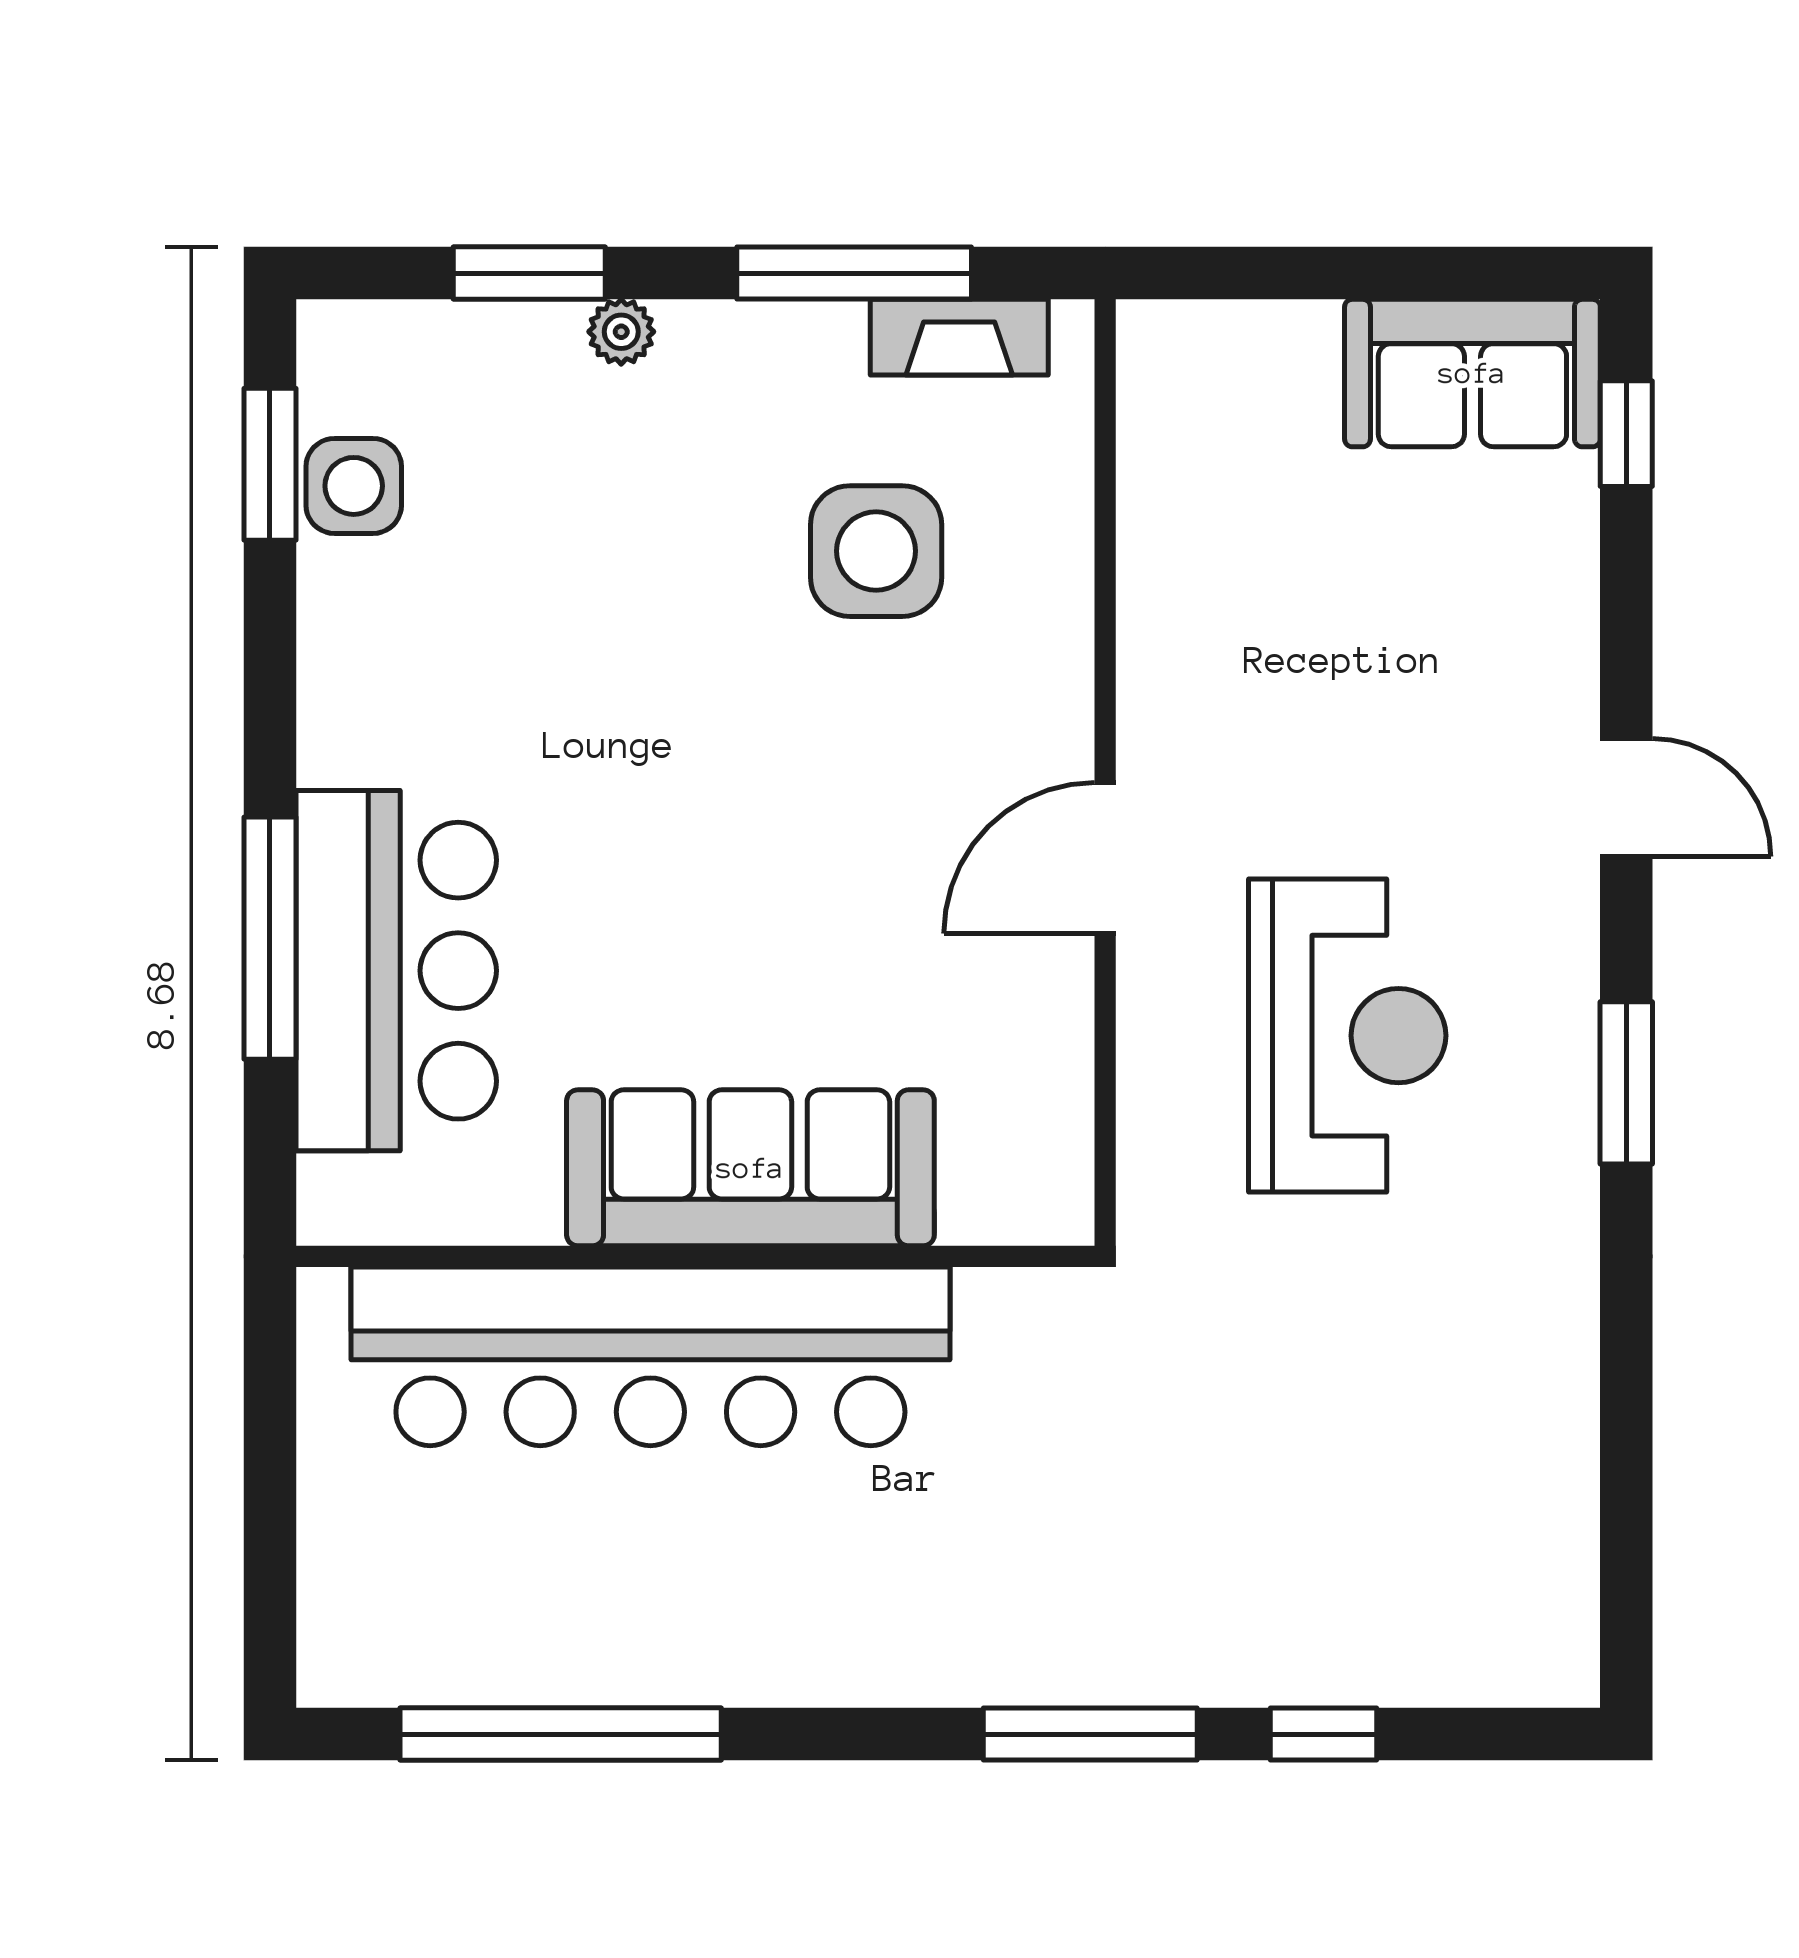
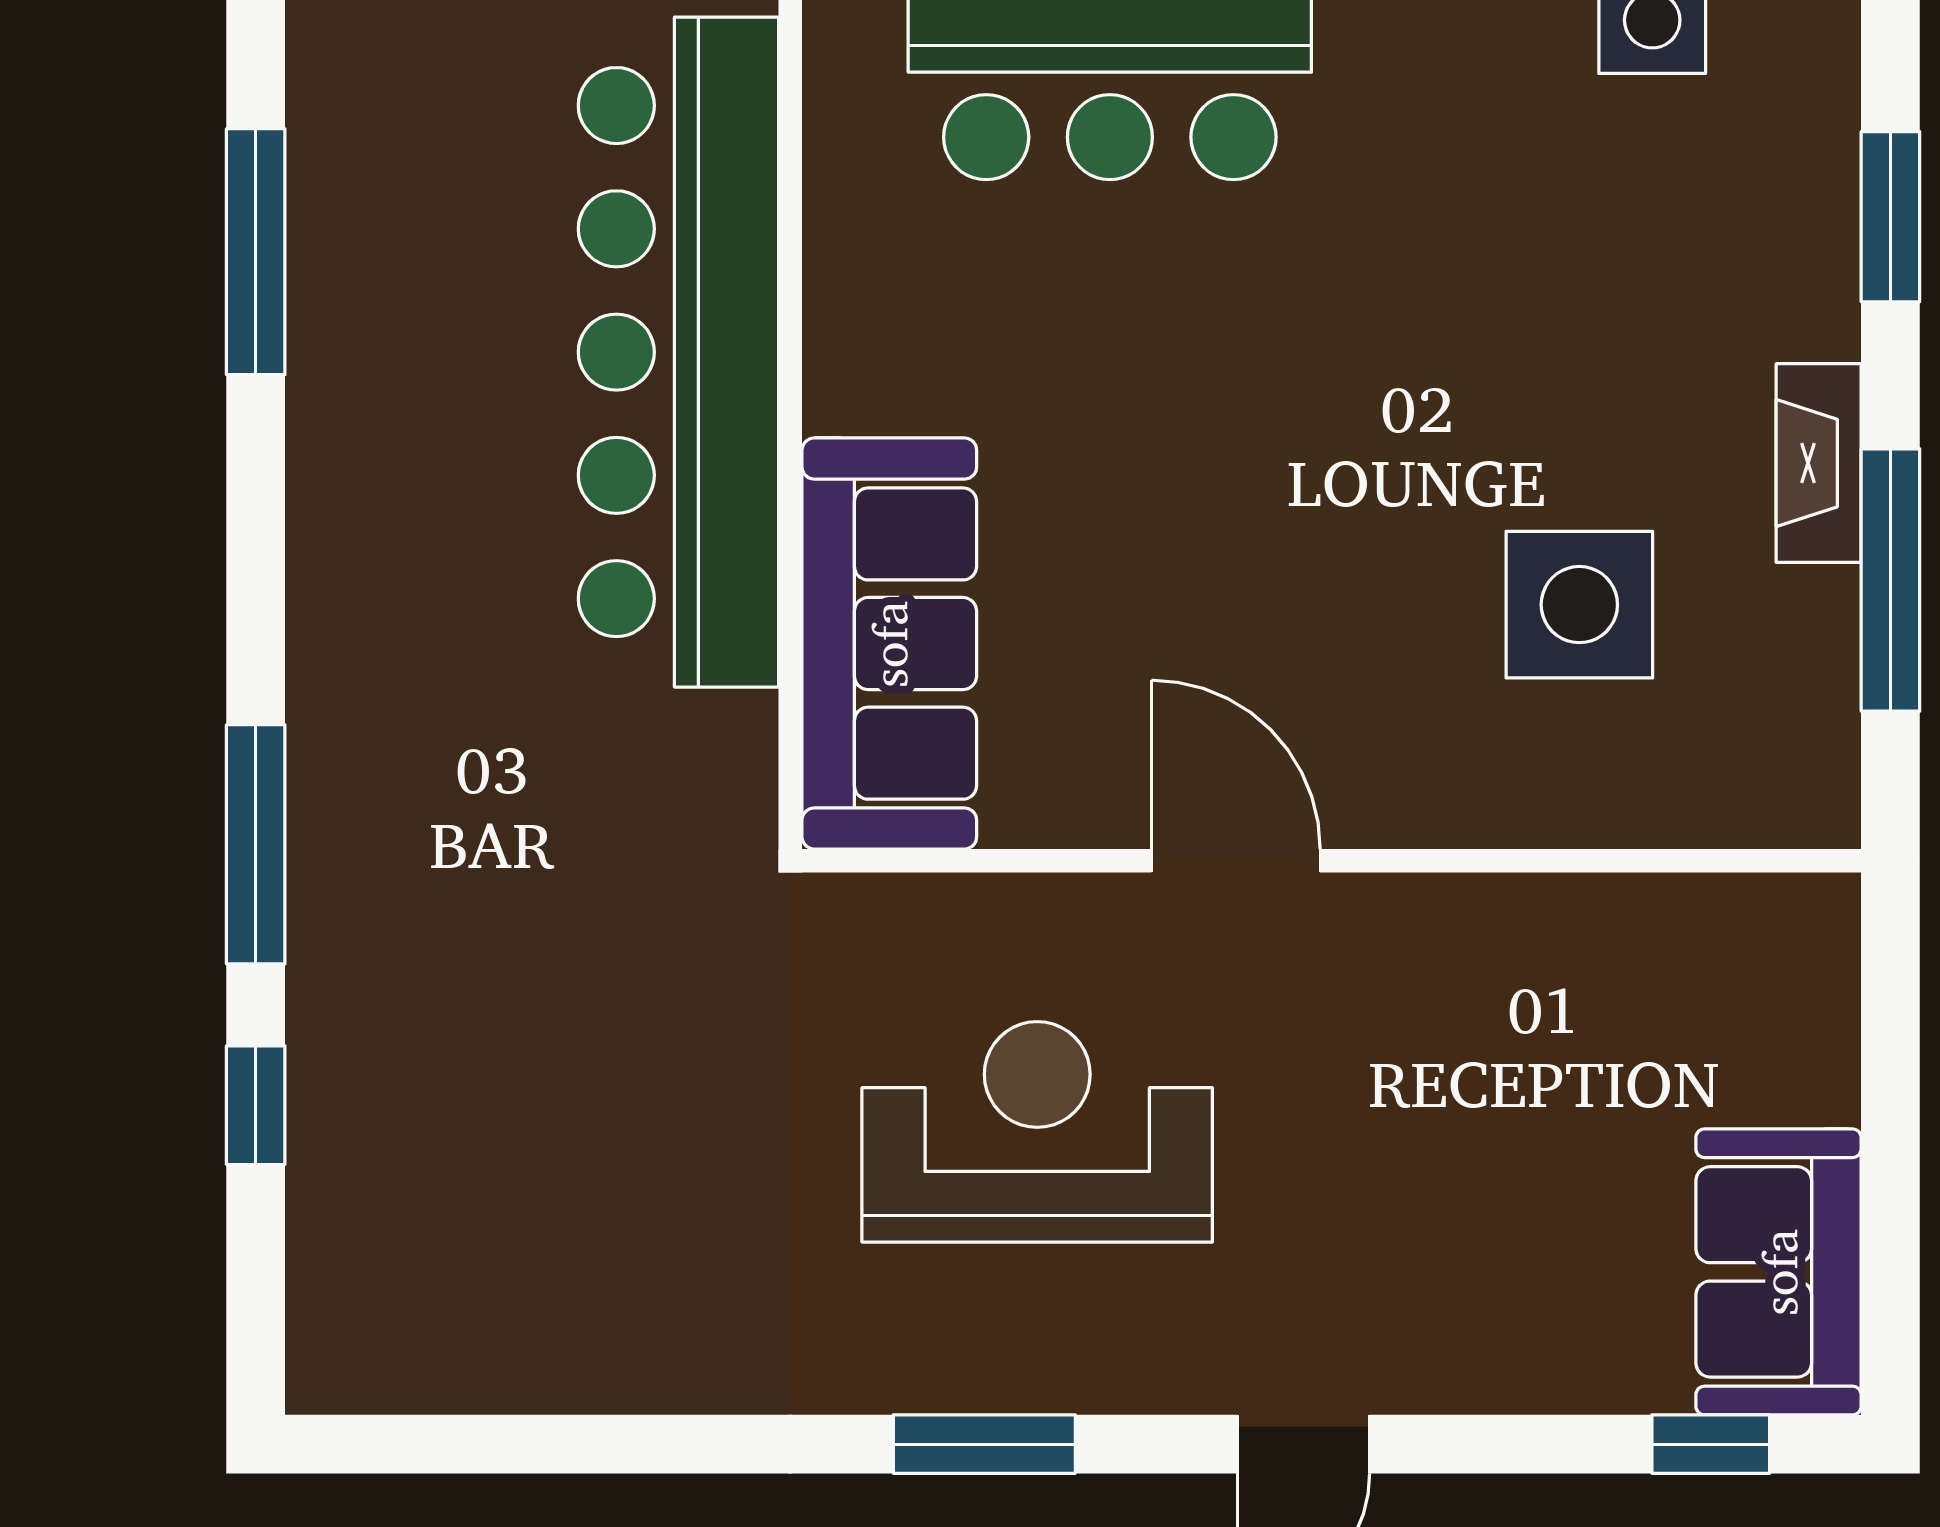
plant: (621, 332) -> (1825, 319), removed
fireplace: (959, 337) -> (1819, 463), moved
reception desk: (1347, 1036) -> (1037, 1132), turned 180
sofa: (750, 1168) -> (889, 644), moved
window: (561, 1734) -> (256, 252), width x0.68

